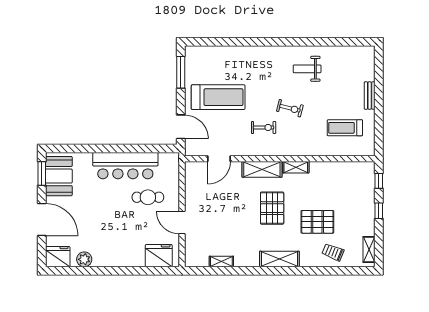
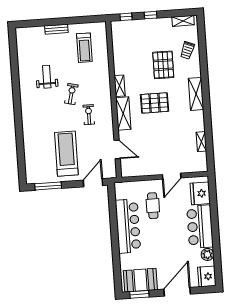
weight bench: (307, 69) -> (47, 77), moved, turned 180
bar counter: (119, 252) -> (200, 227), added

